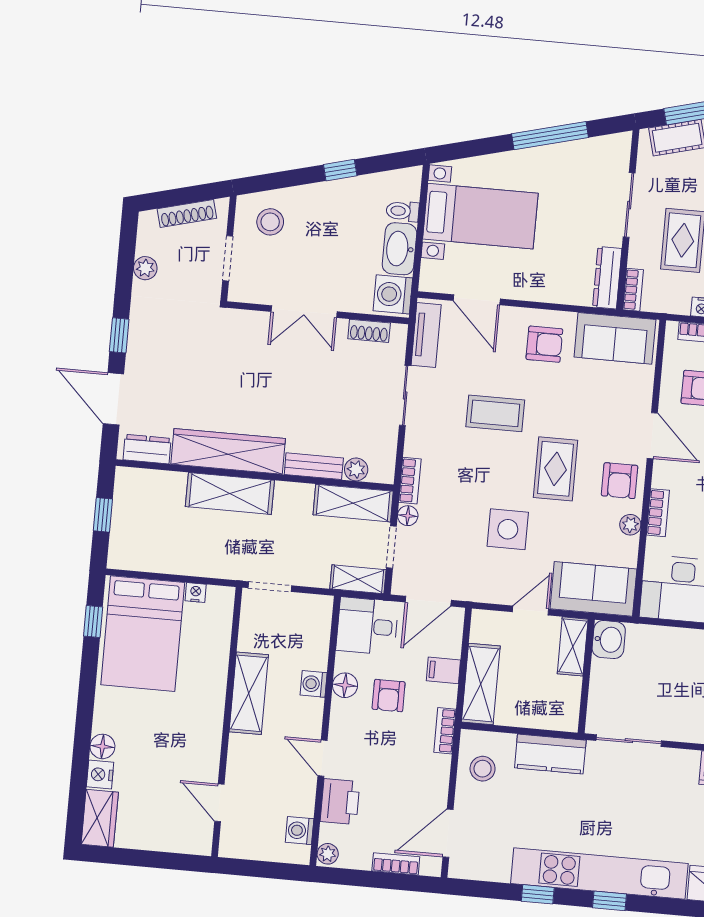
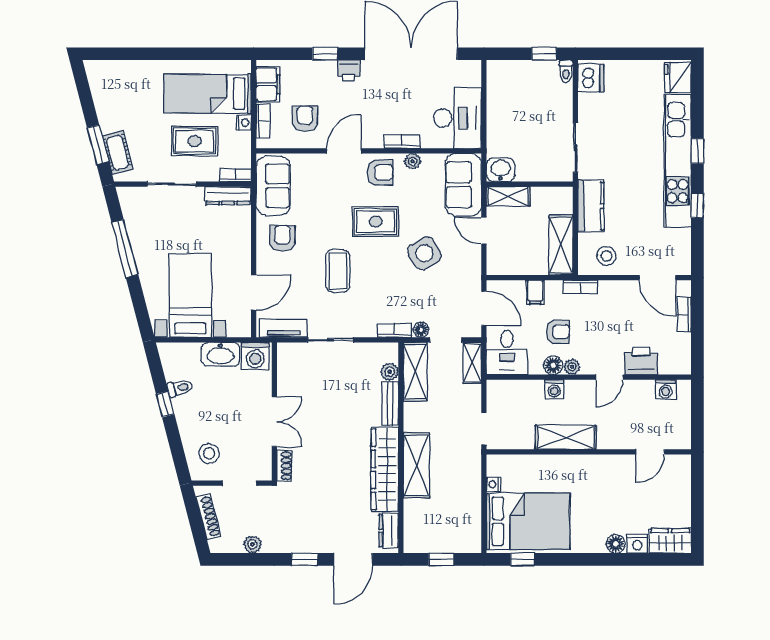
toilet: (403, 211) -> (180, 388), moved, turned -105
shoe rack: (369, 331) -> (284, 466), moved
side table: (508, 529) -> (424, 253), turned -30
shelving: (481, 684) -> (561, 245), moved, turned 90
plant: (328, 854) -> (572, 367), moved

